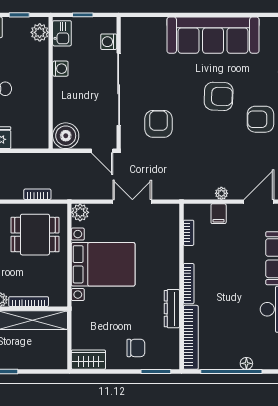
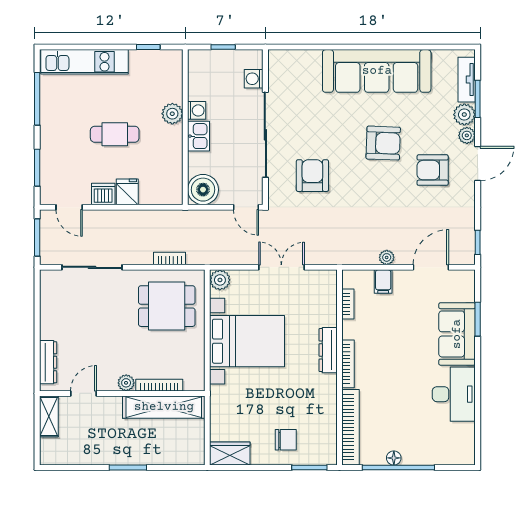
plant: (40, 32) -> (172, 114), moved
kitchen sink: (62, 33) -> (199, 136), moved
dresser: (172, 309) -> (328, 350), moved
floor lamp: (246, 363) -> (394, 458), moved

